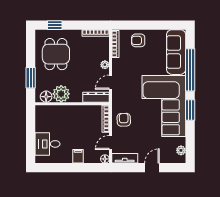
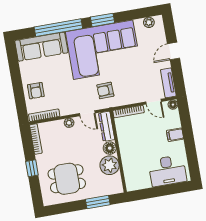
window: (55, 25) -> (32, 168), moved
floor lamp: (46, 97) -> (110, 148), moved
armchair: (124, 120) -> (105, 91), moved
desk: (47, 144) -> (167, 171), width x1.37
door: (152, 168) -> (173, 51), hinge flipped

